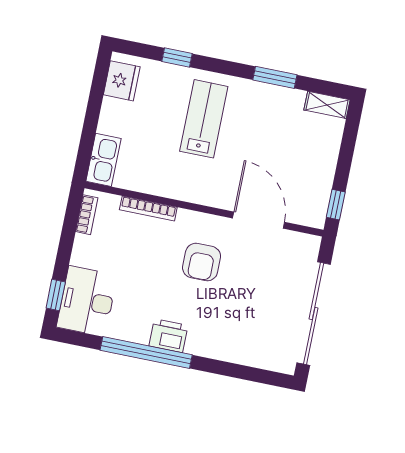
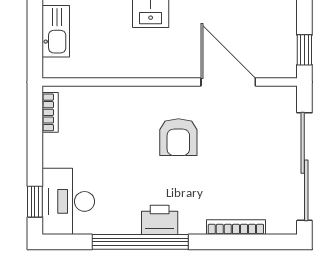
kitchen sink: (103, 160) -> (56, 31), moved
bookcase: (148, 208) -> (236, 227), moved, turned 180

